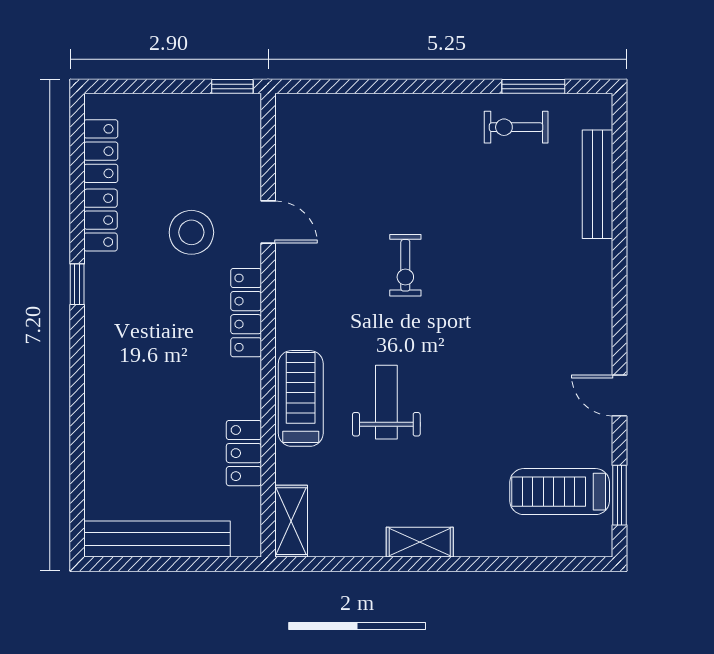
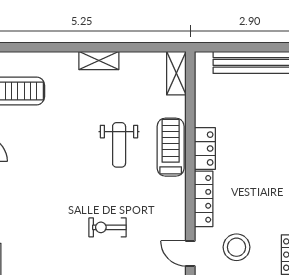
exercise bike: (405, 265) -> (108, 227), turned -90
treadmill: (301, 398) -> (171, 147), turned 180
locker: (244, 453) -> (205, 149), moved

